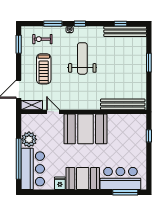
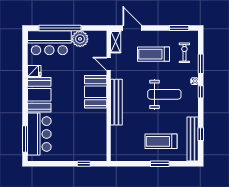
treadmill: (127, 62) -> (161, 141), added
bench: (123, 104) -> (116, 102), moved
door: (53, 112) -> (109, 64), swing flipped
booth: (85, 129) -> (96, 92), width x0.73, depth x0.70

